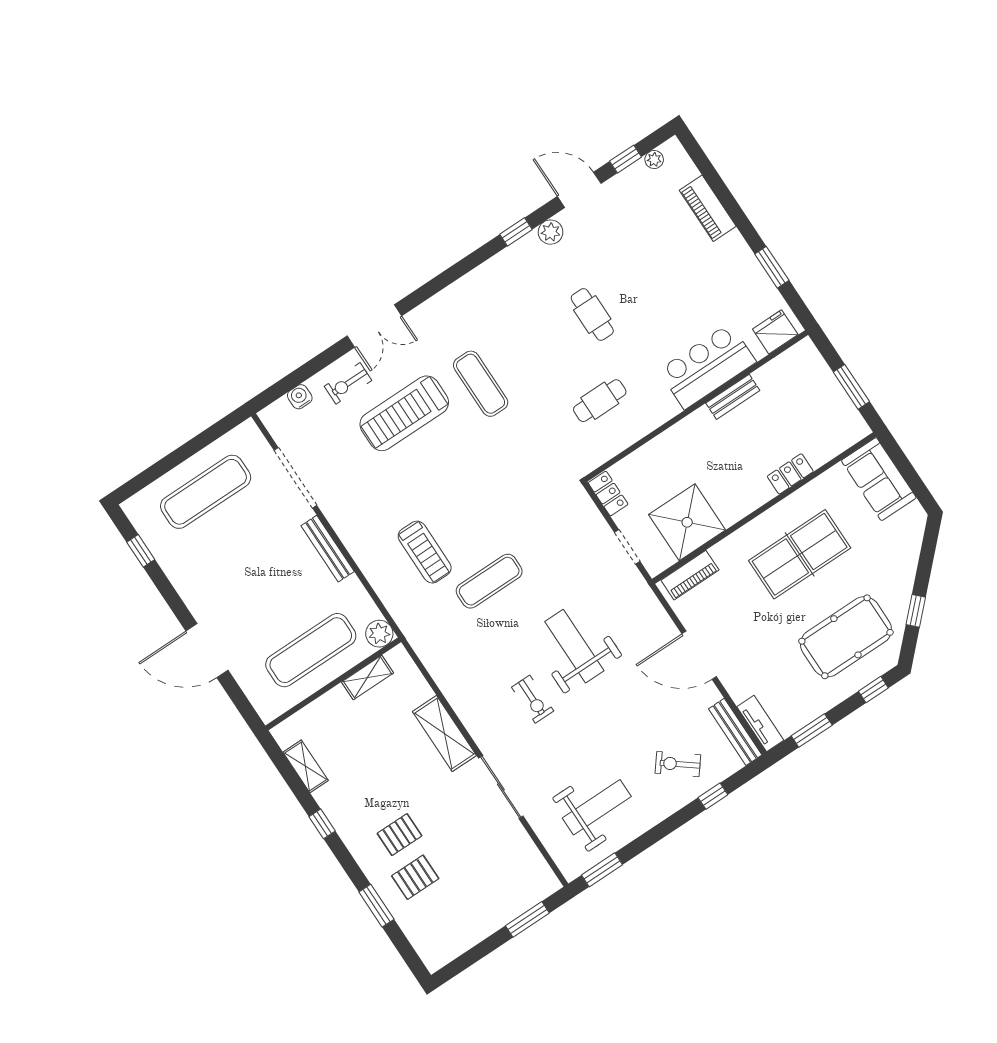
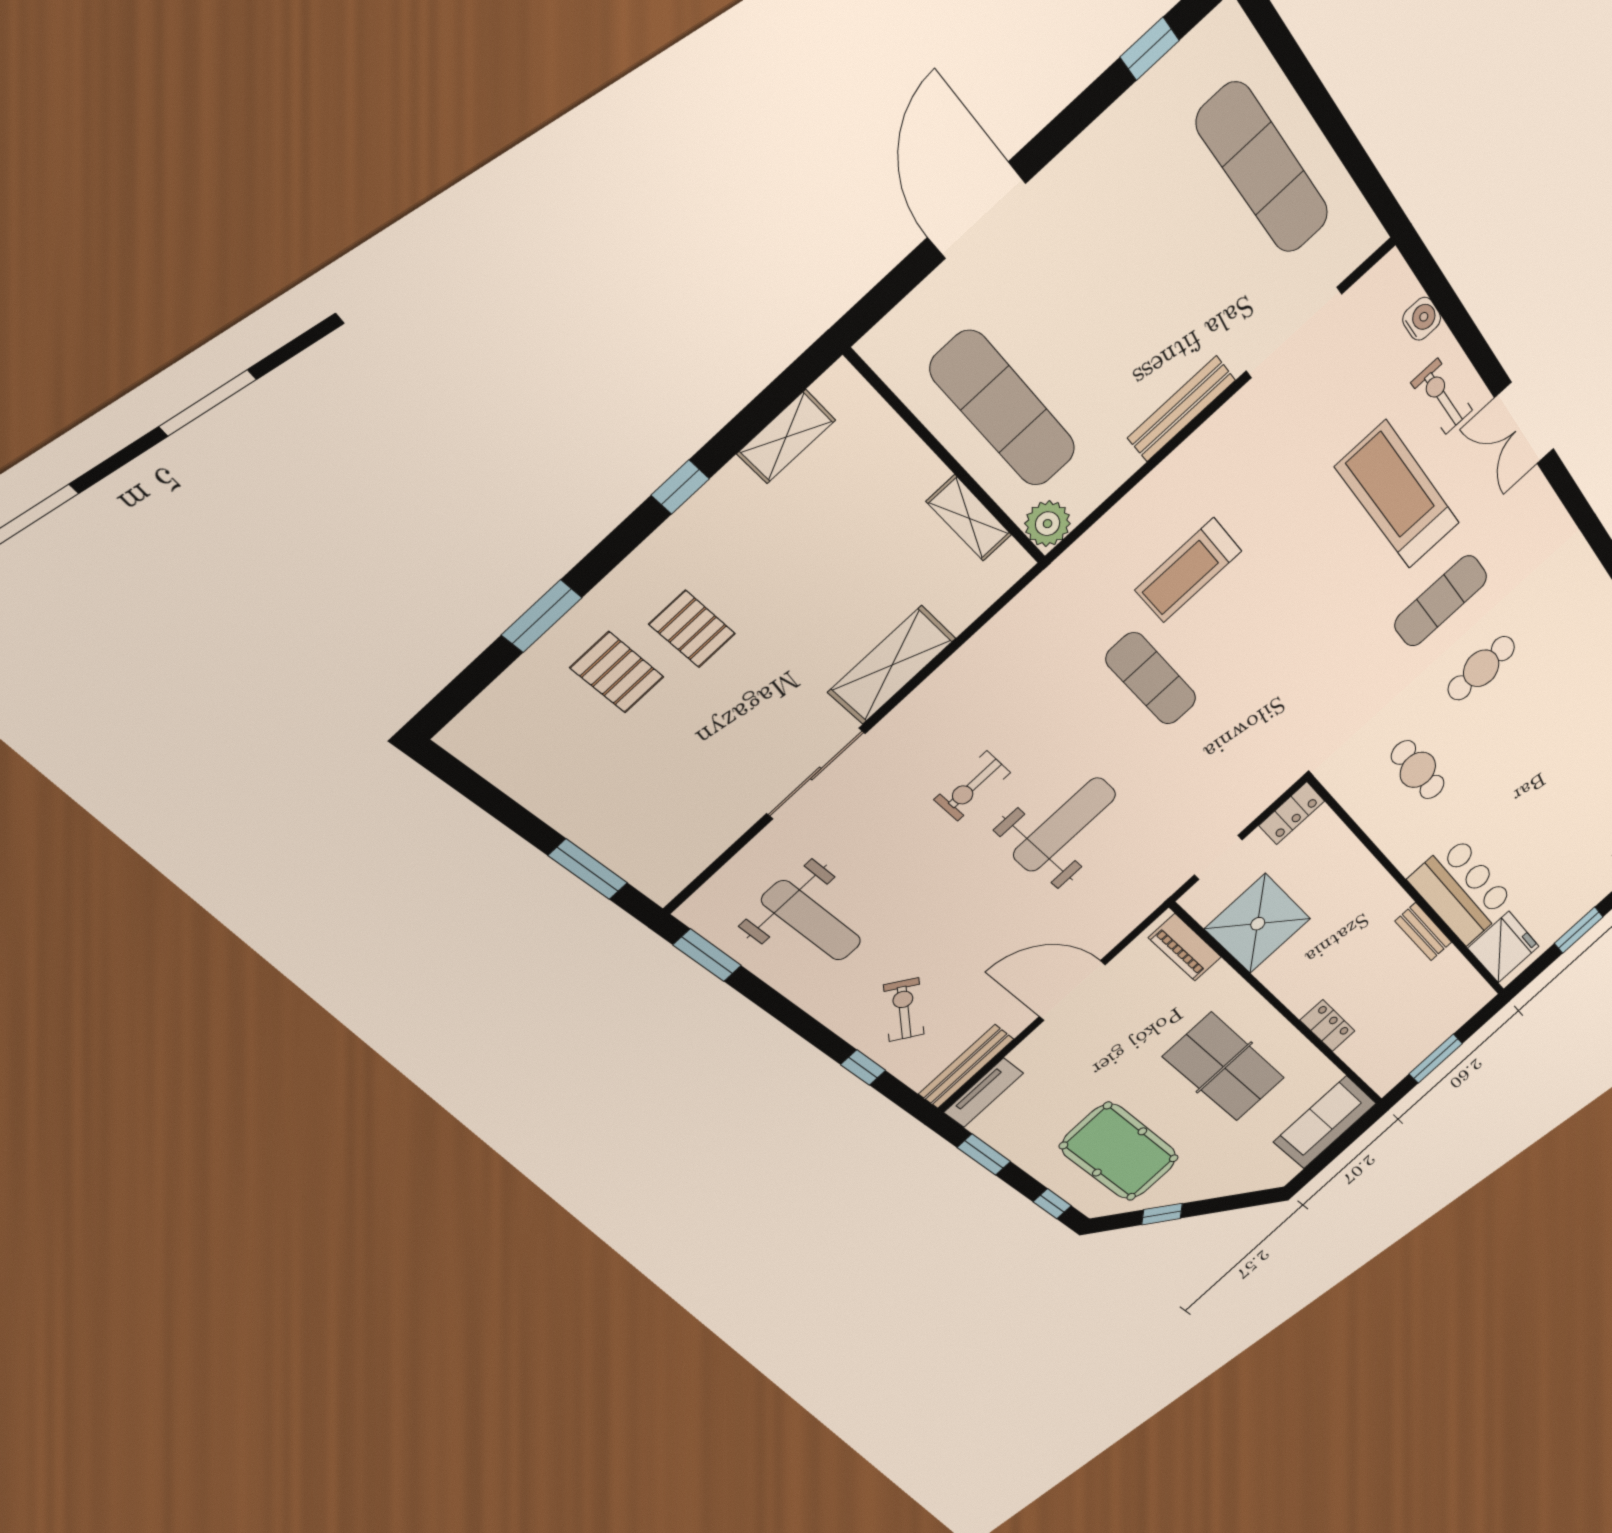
cafe table: (592, 314) -> (1481, 668), moved
fridge: (775, 332) -> (1503, 947), width x1.36, depth x1.34
door: (699, 655) -> (1072, 991), hinge flipped

